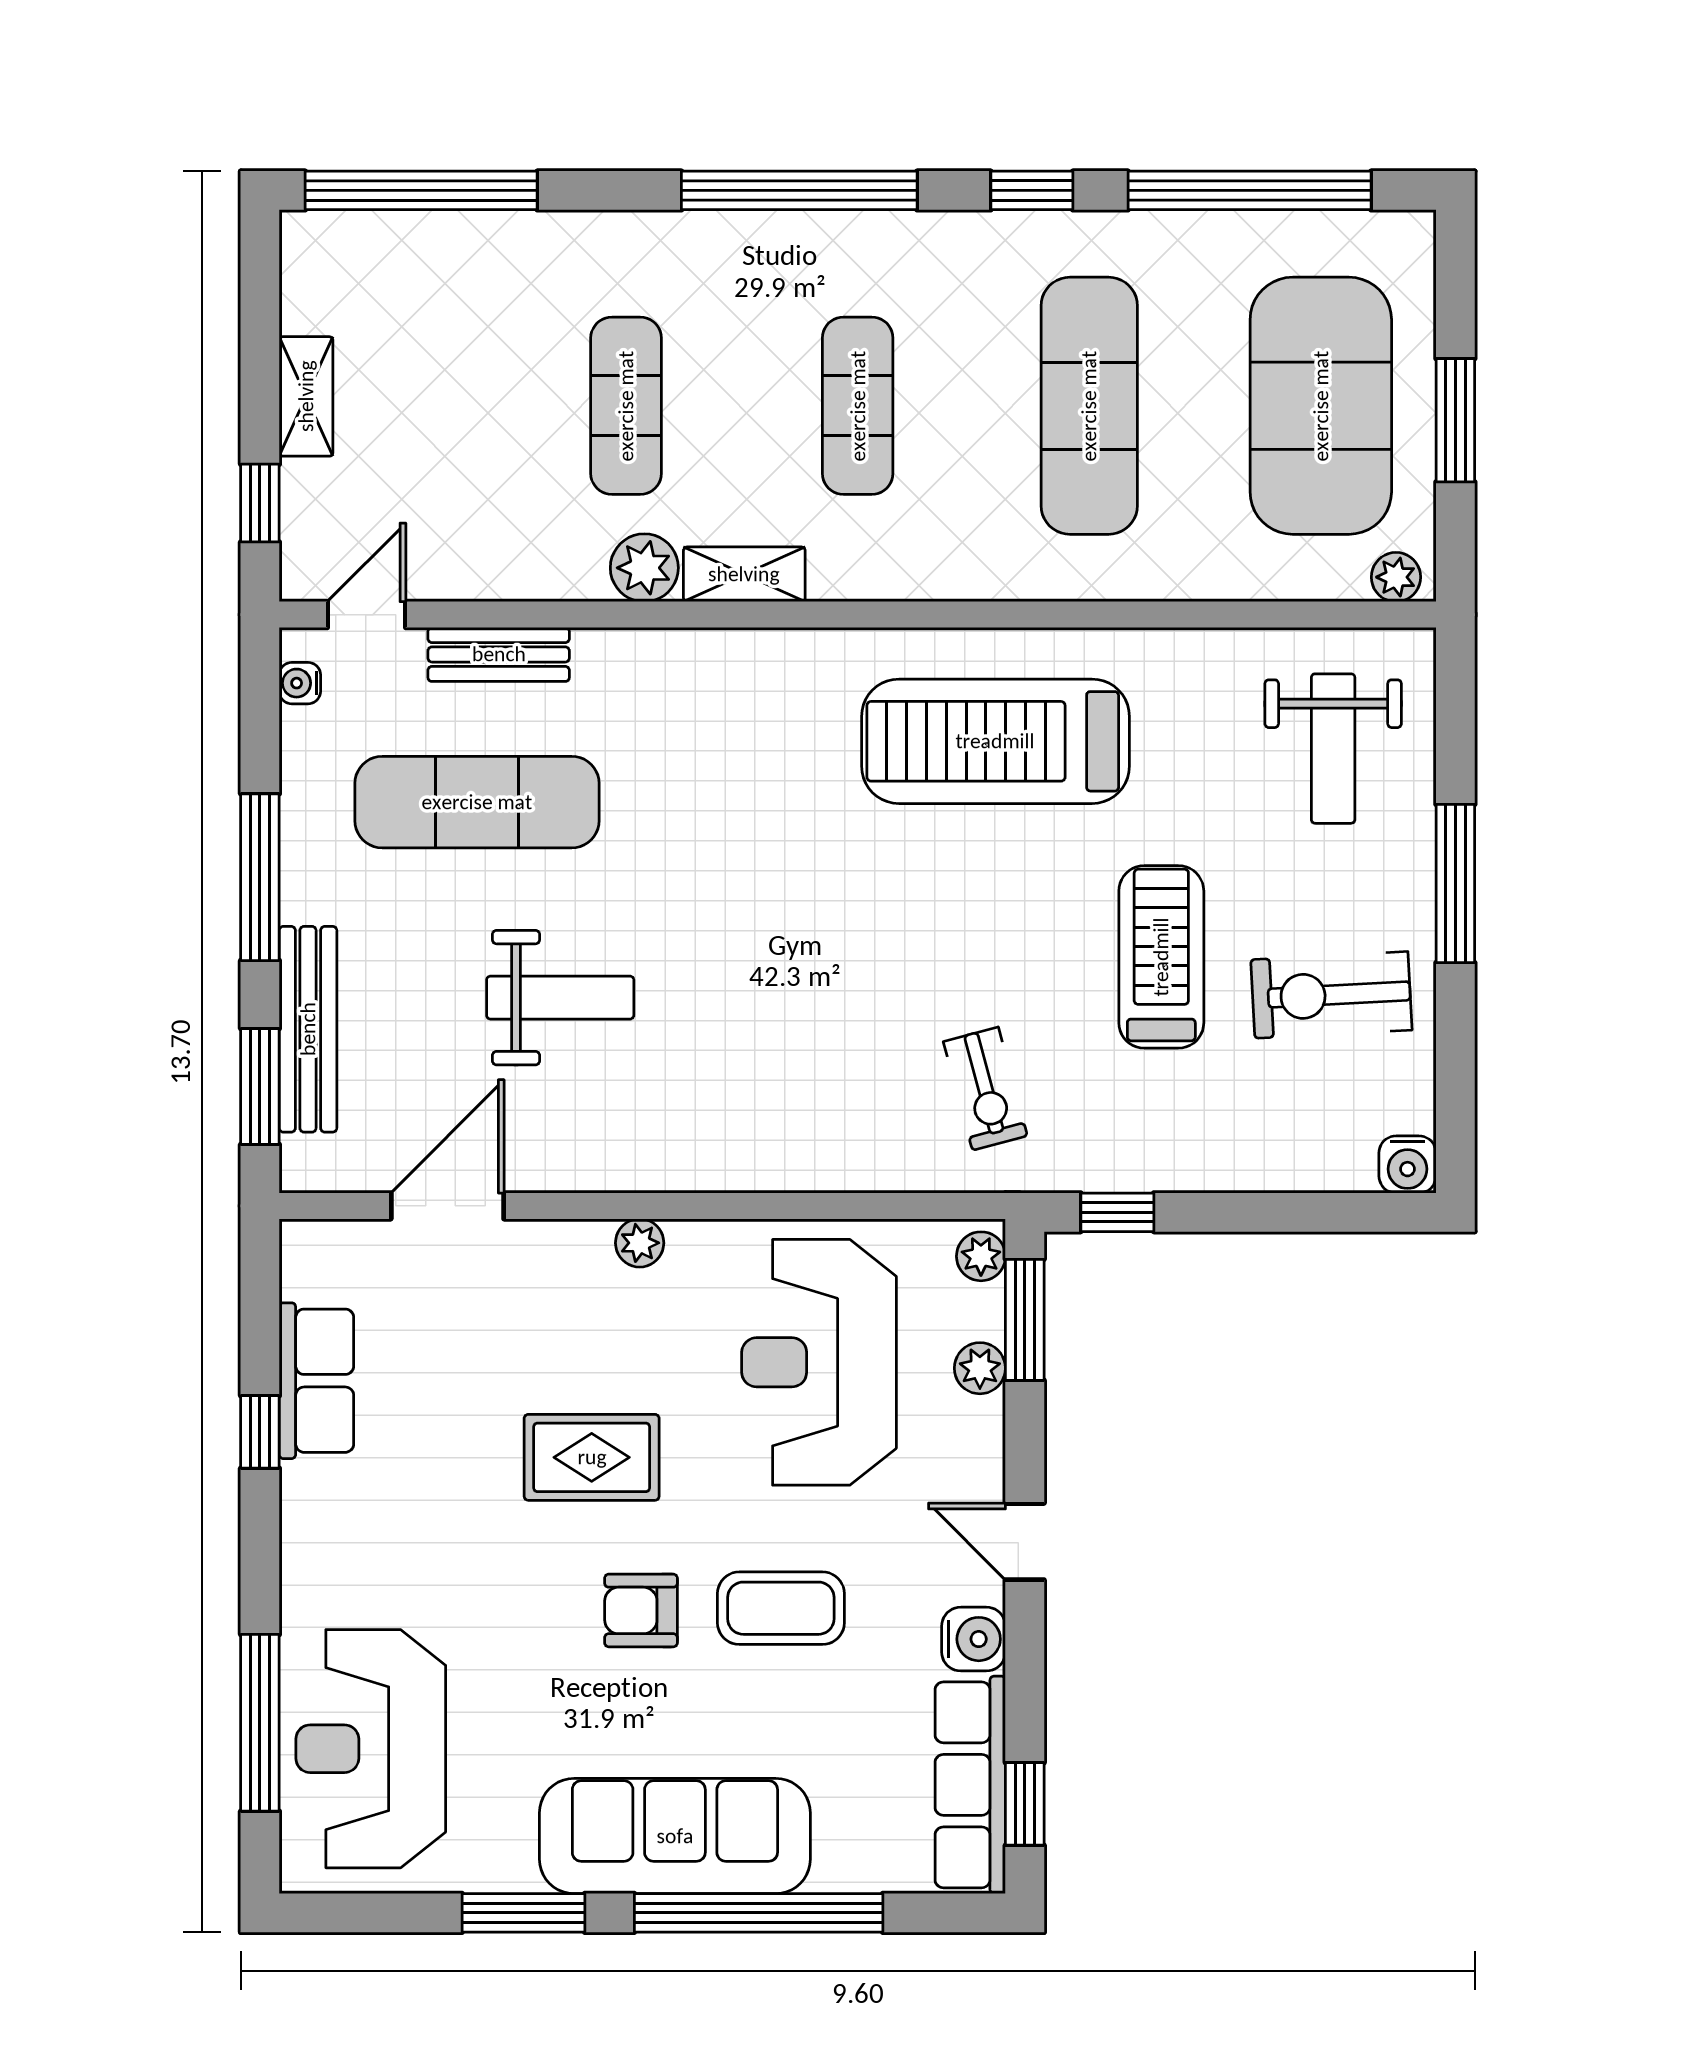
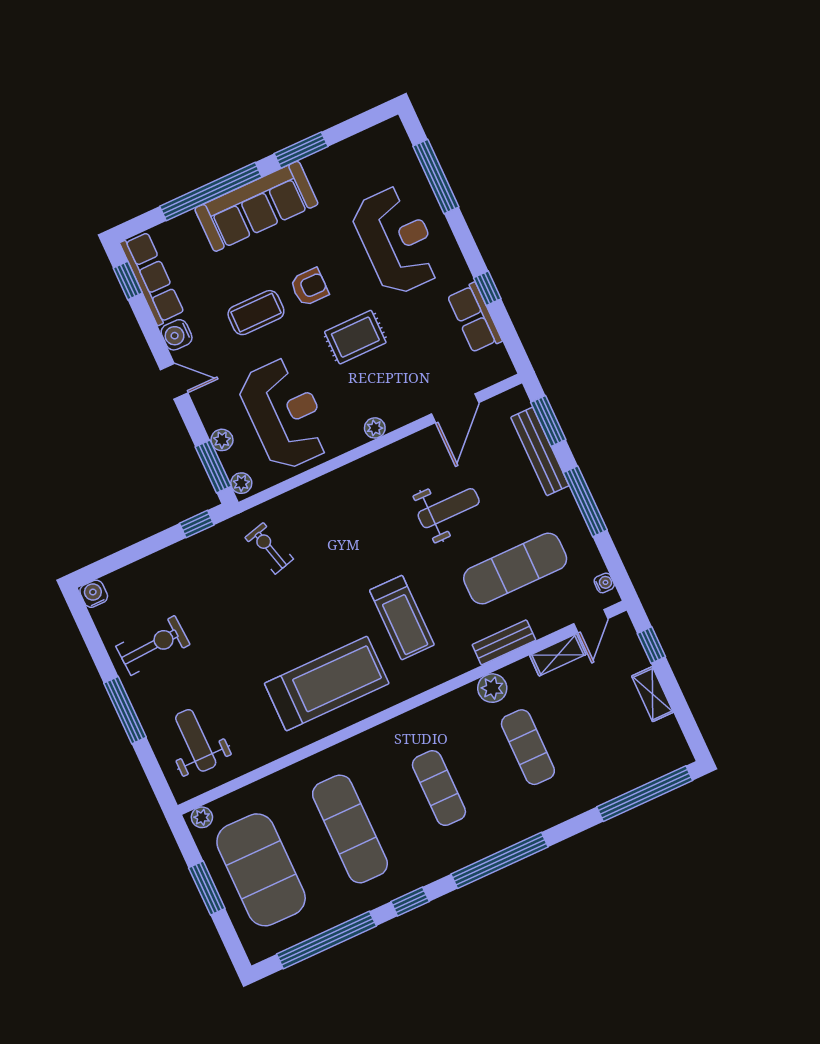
shelving: (744, 574) -> (558, 655), moved
bench: (499, 654) -> (504, 642), moved
treadmill: (1161, 957) -> (402, 618), moved
weight bench: (560, 998) -> (449, 508), turned 180
reception desk: (371, 1749) -> (397, 240), moved

